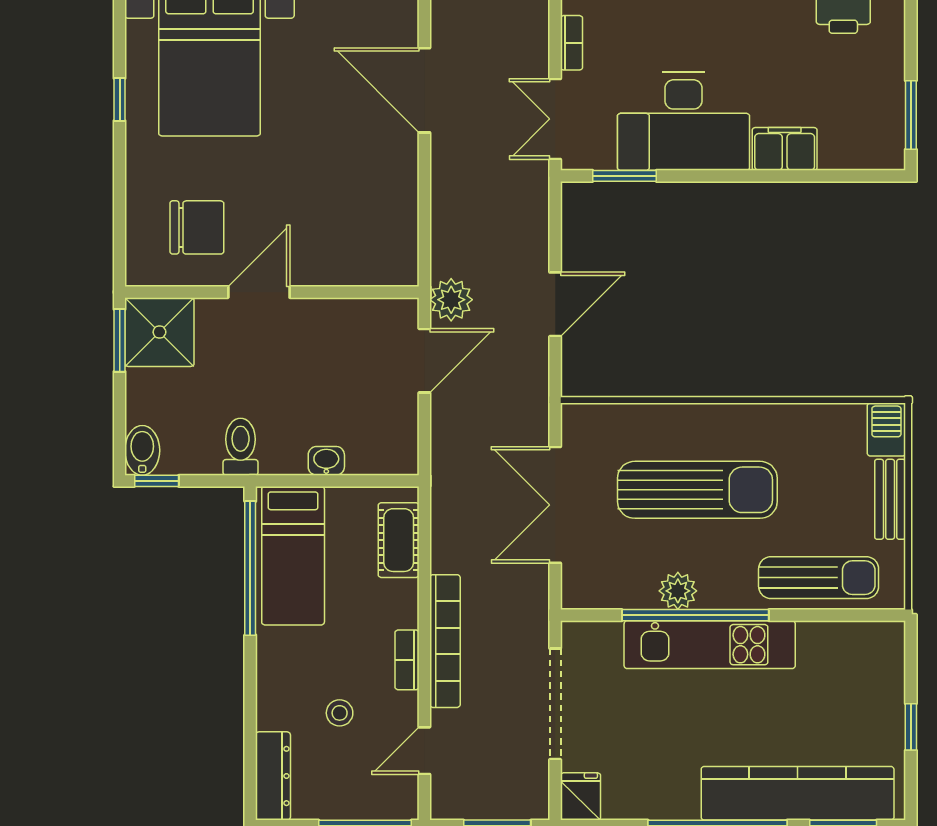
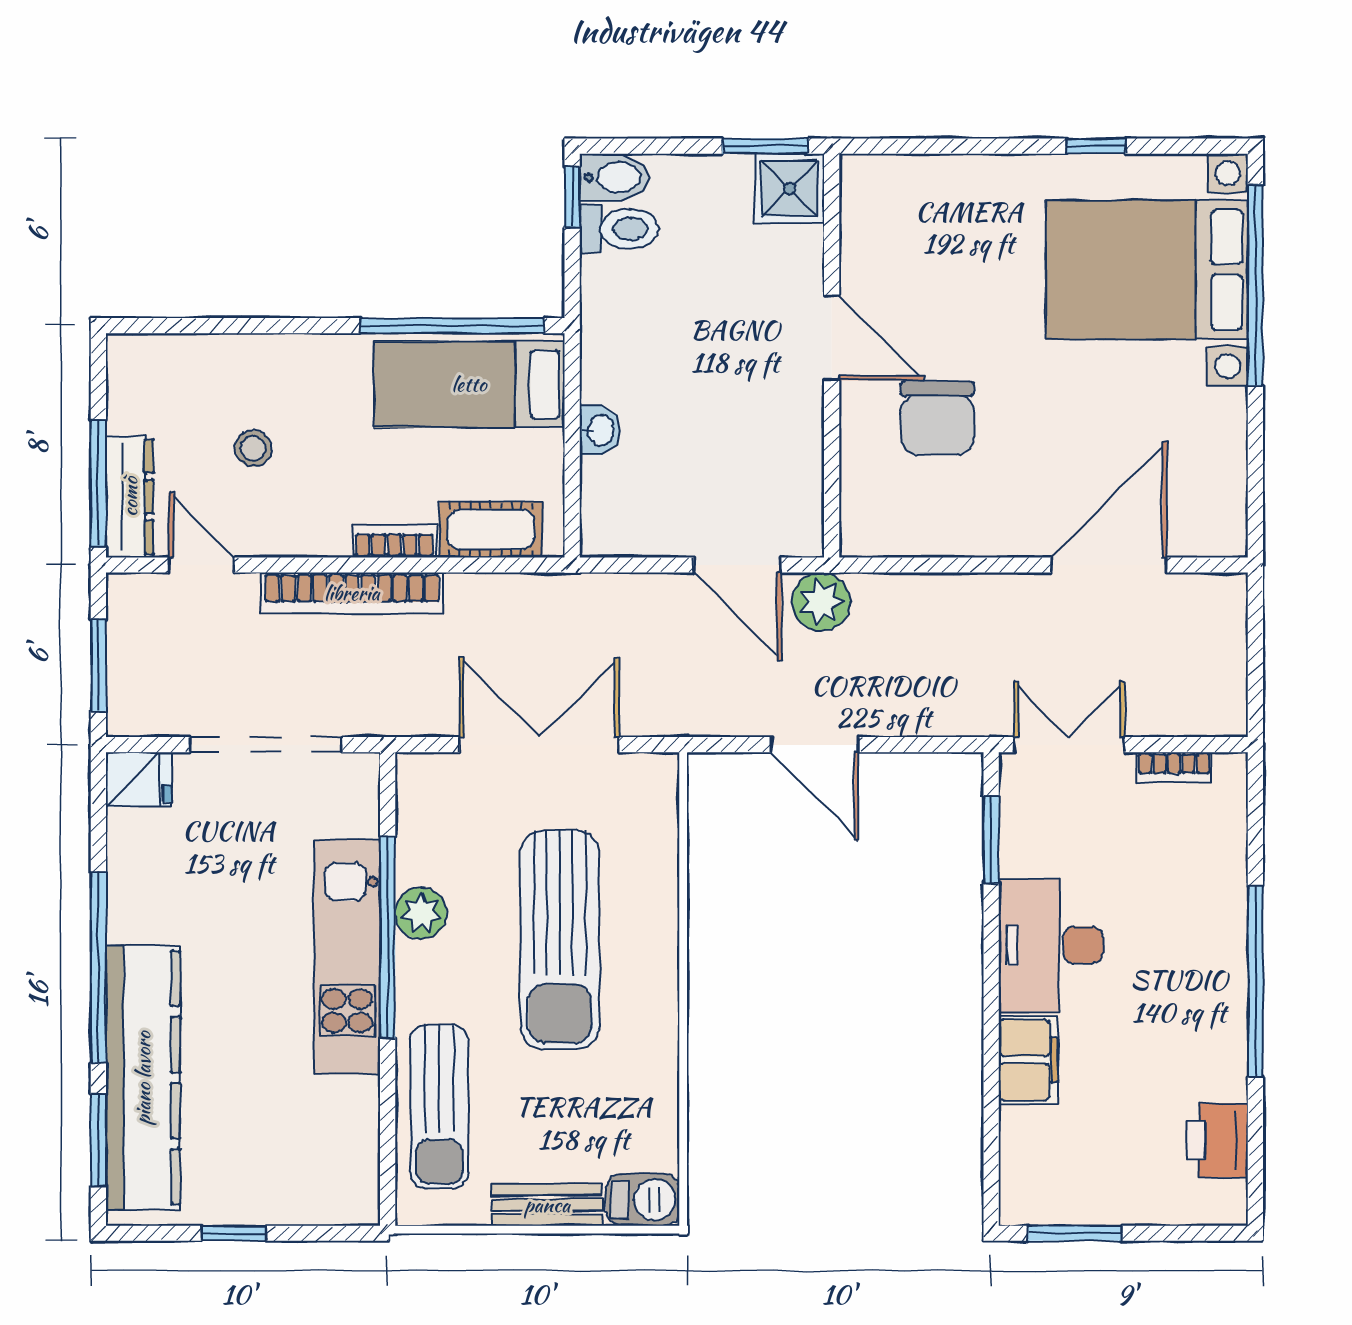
desk: (683, 121) -> (1051, 945), width x0.73, depth x0.77
chair: (197, 227) -> (937, 418), moved
shower: (159, 332) -> (789, 188), width x0.73, depth x0.73
toilet: (241, 447) -> (619, 229), moved
bookcase: (407, 660) -> (394, 541), moved
dresser: (273, 776) -> (130, 497), moved, turned -90

